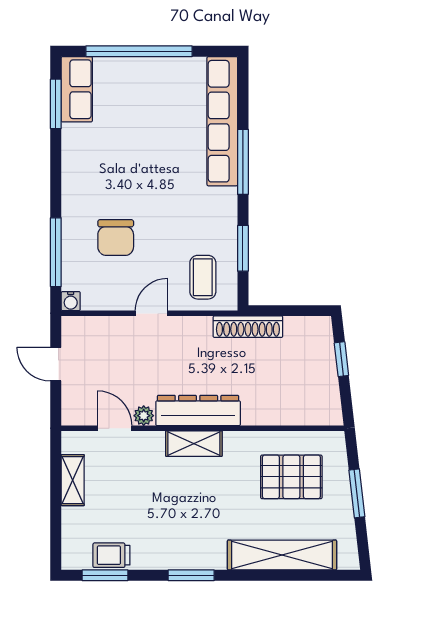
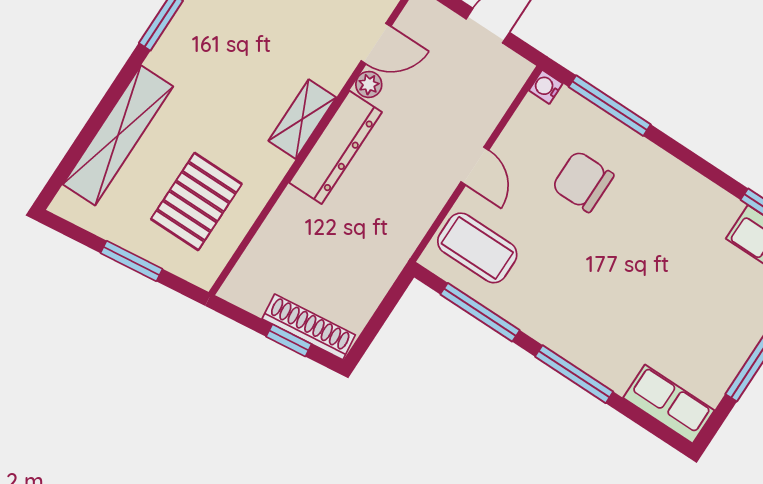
row of seats: (222, 121) -> (669, 404), width x0.50
window: (243, 248) -> (480, 312), width x1.44
coffee table: (203, 277) -> (477, 248), width x1.36, depth x1.30
shoe rack: (248, 327) -> (309, 327), moved, turned 83

